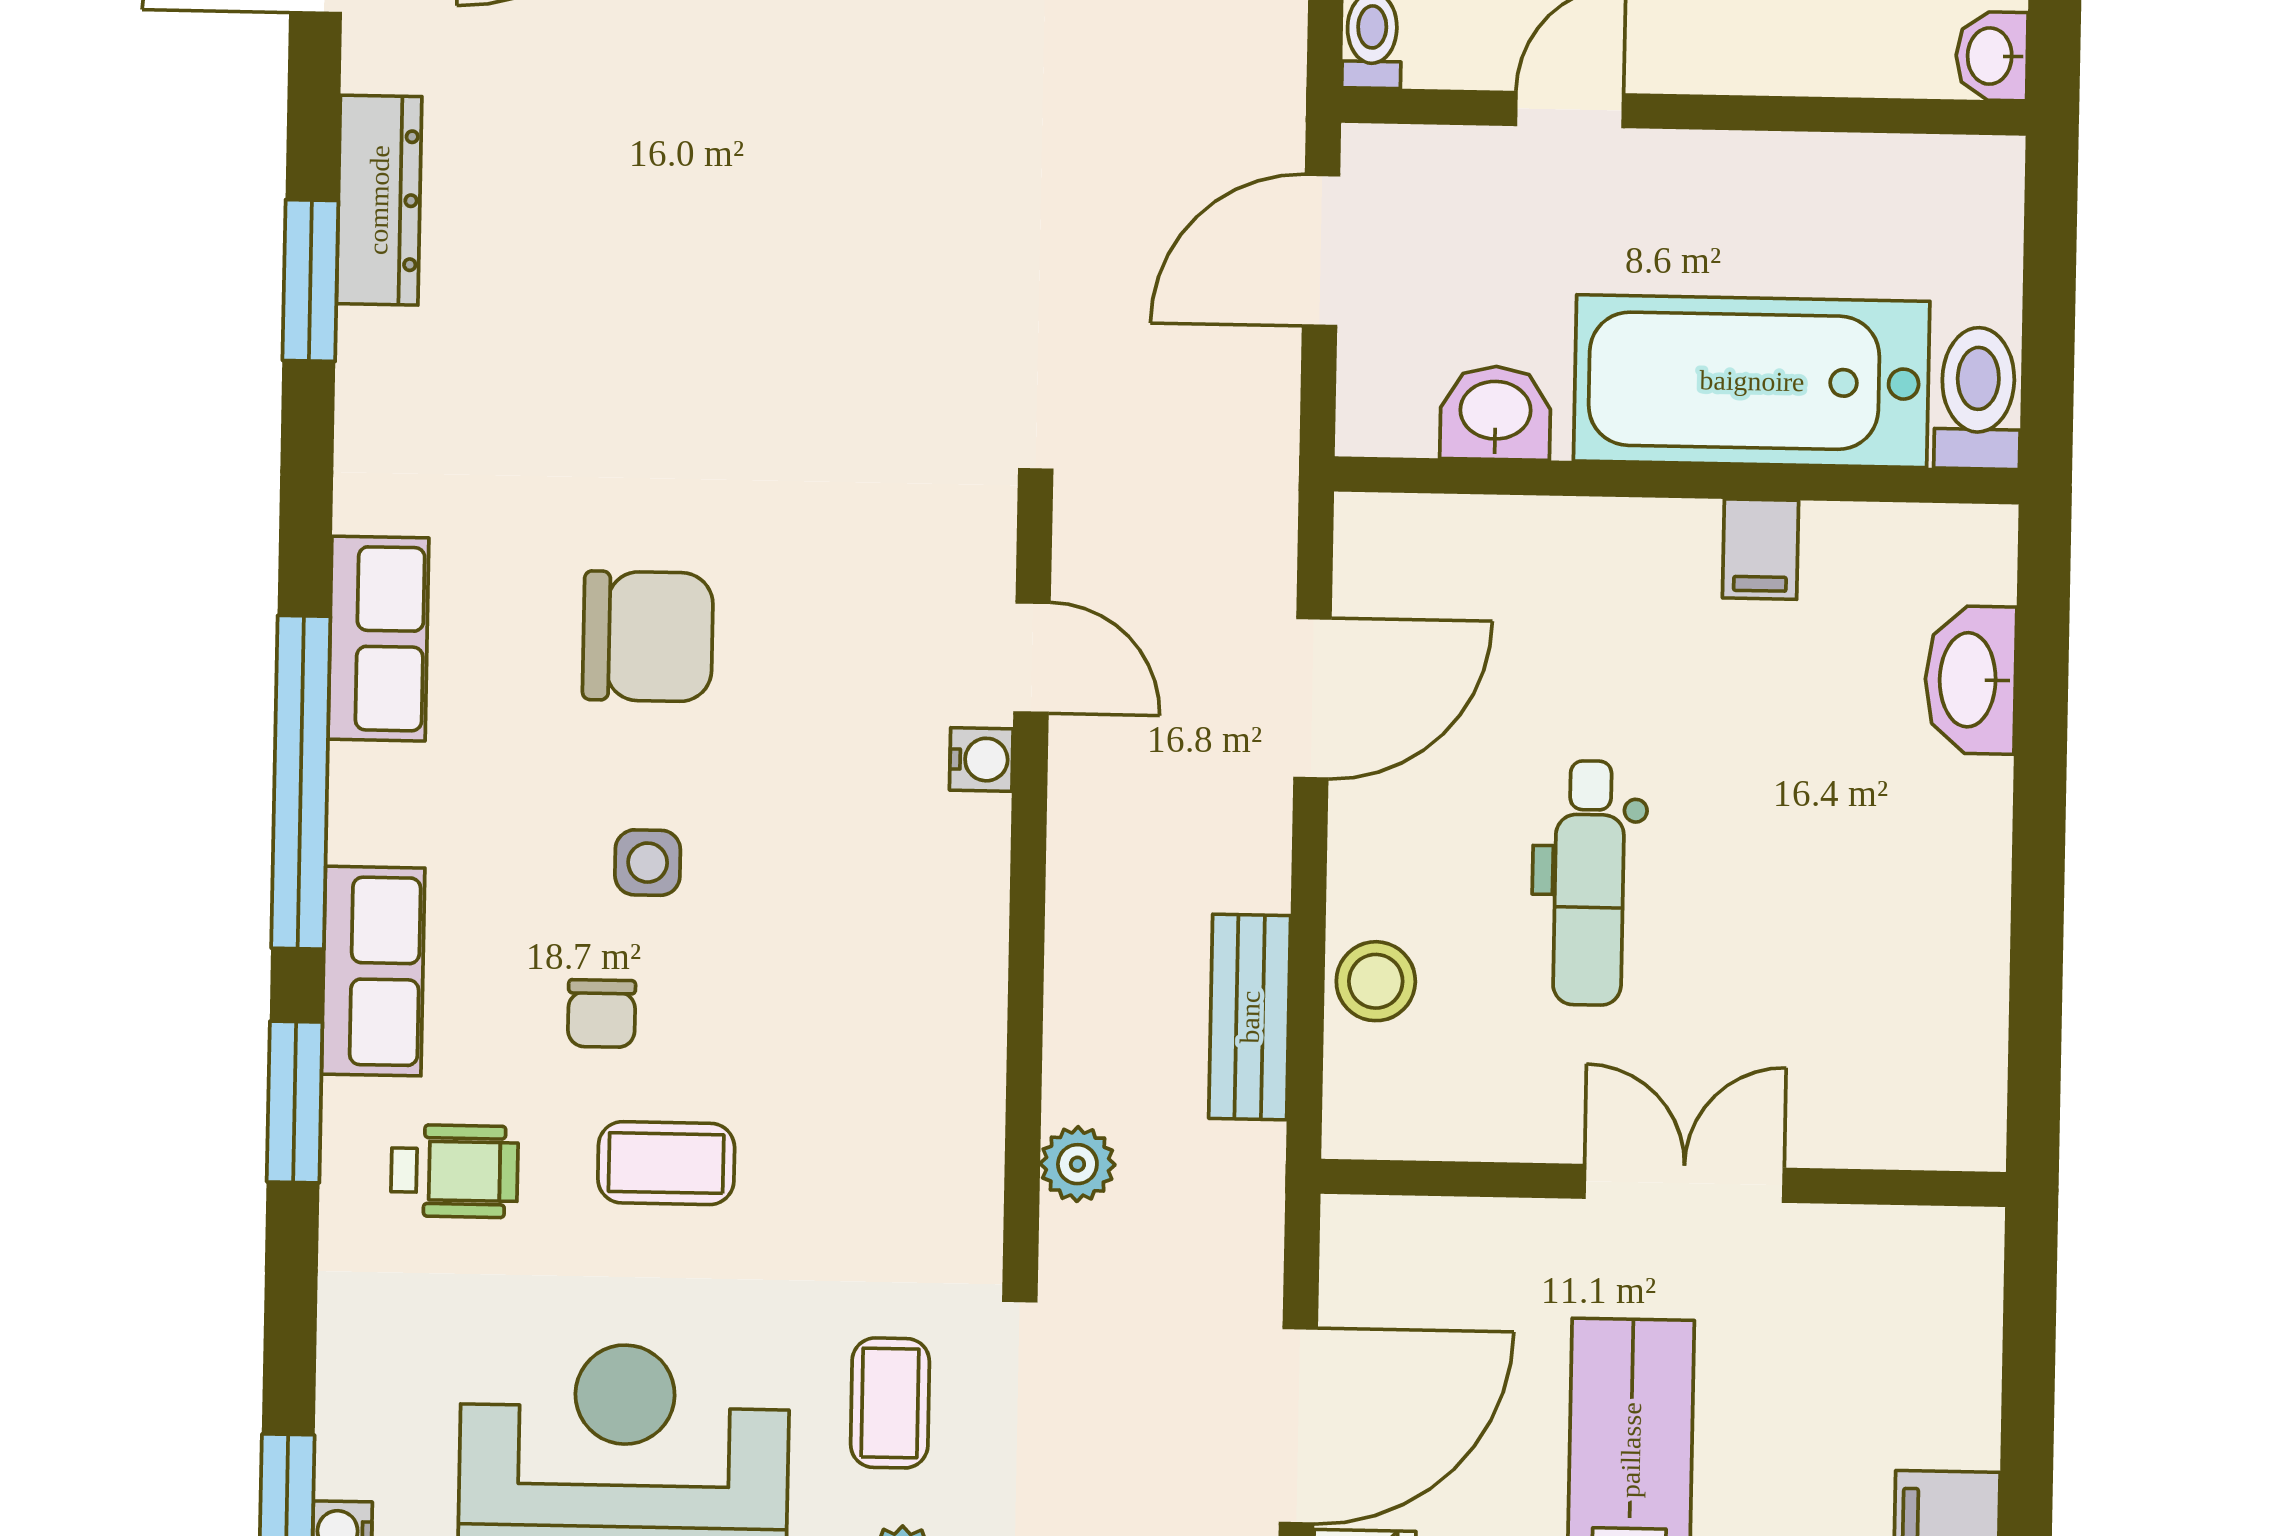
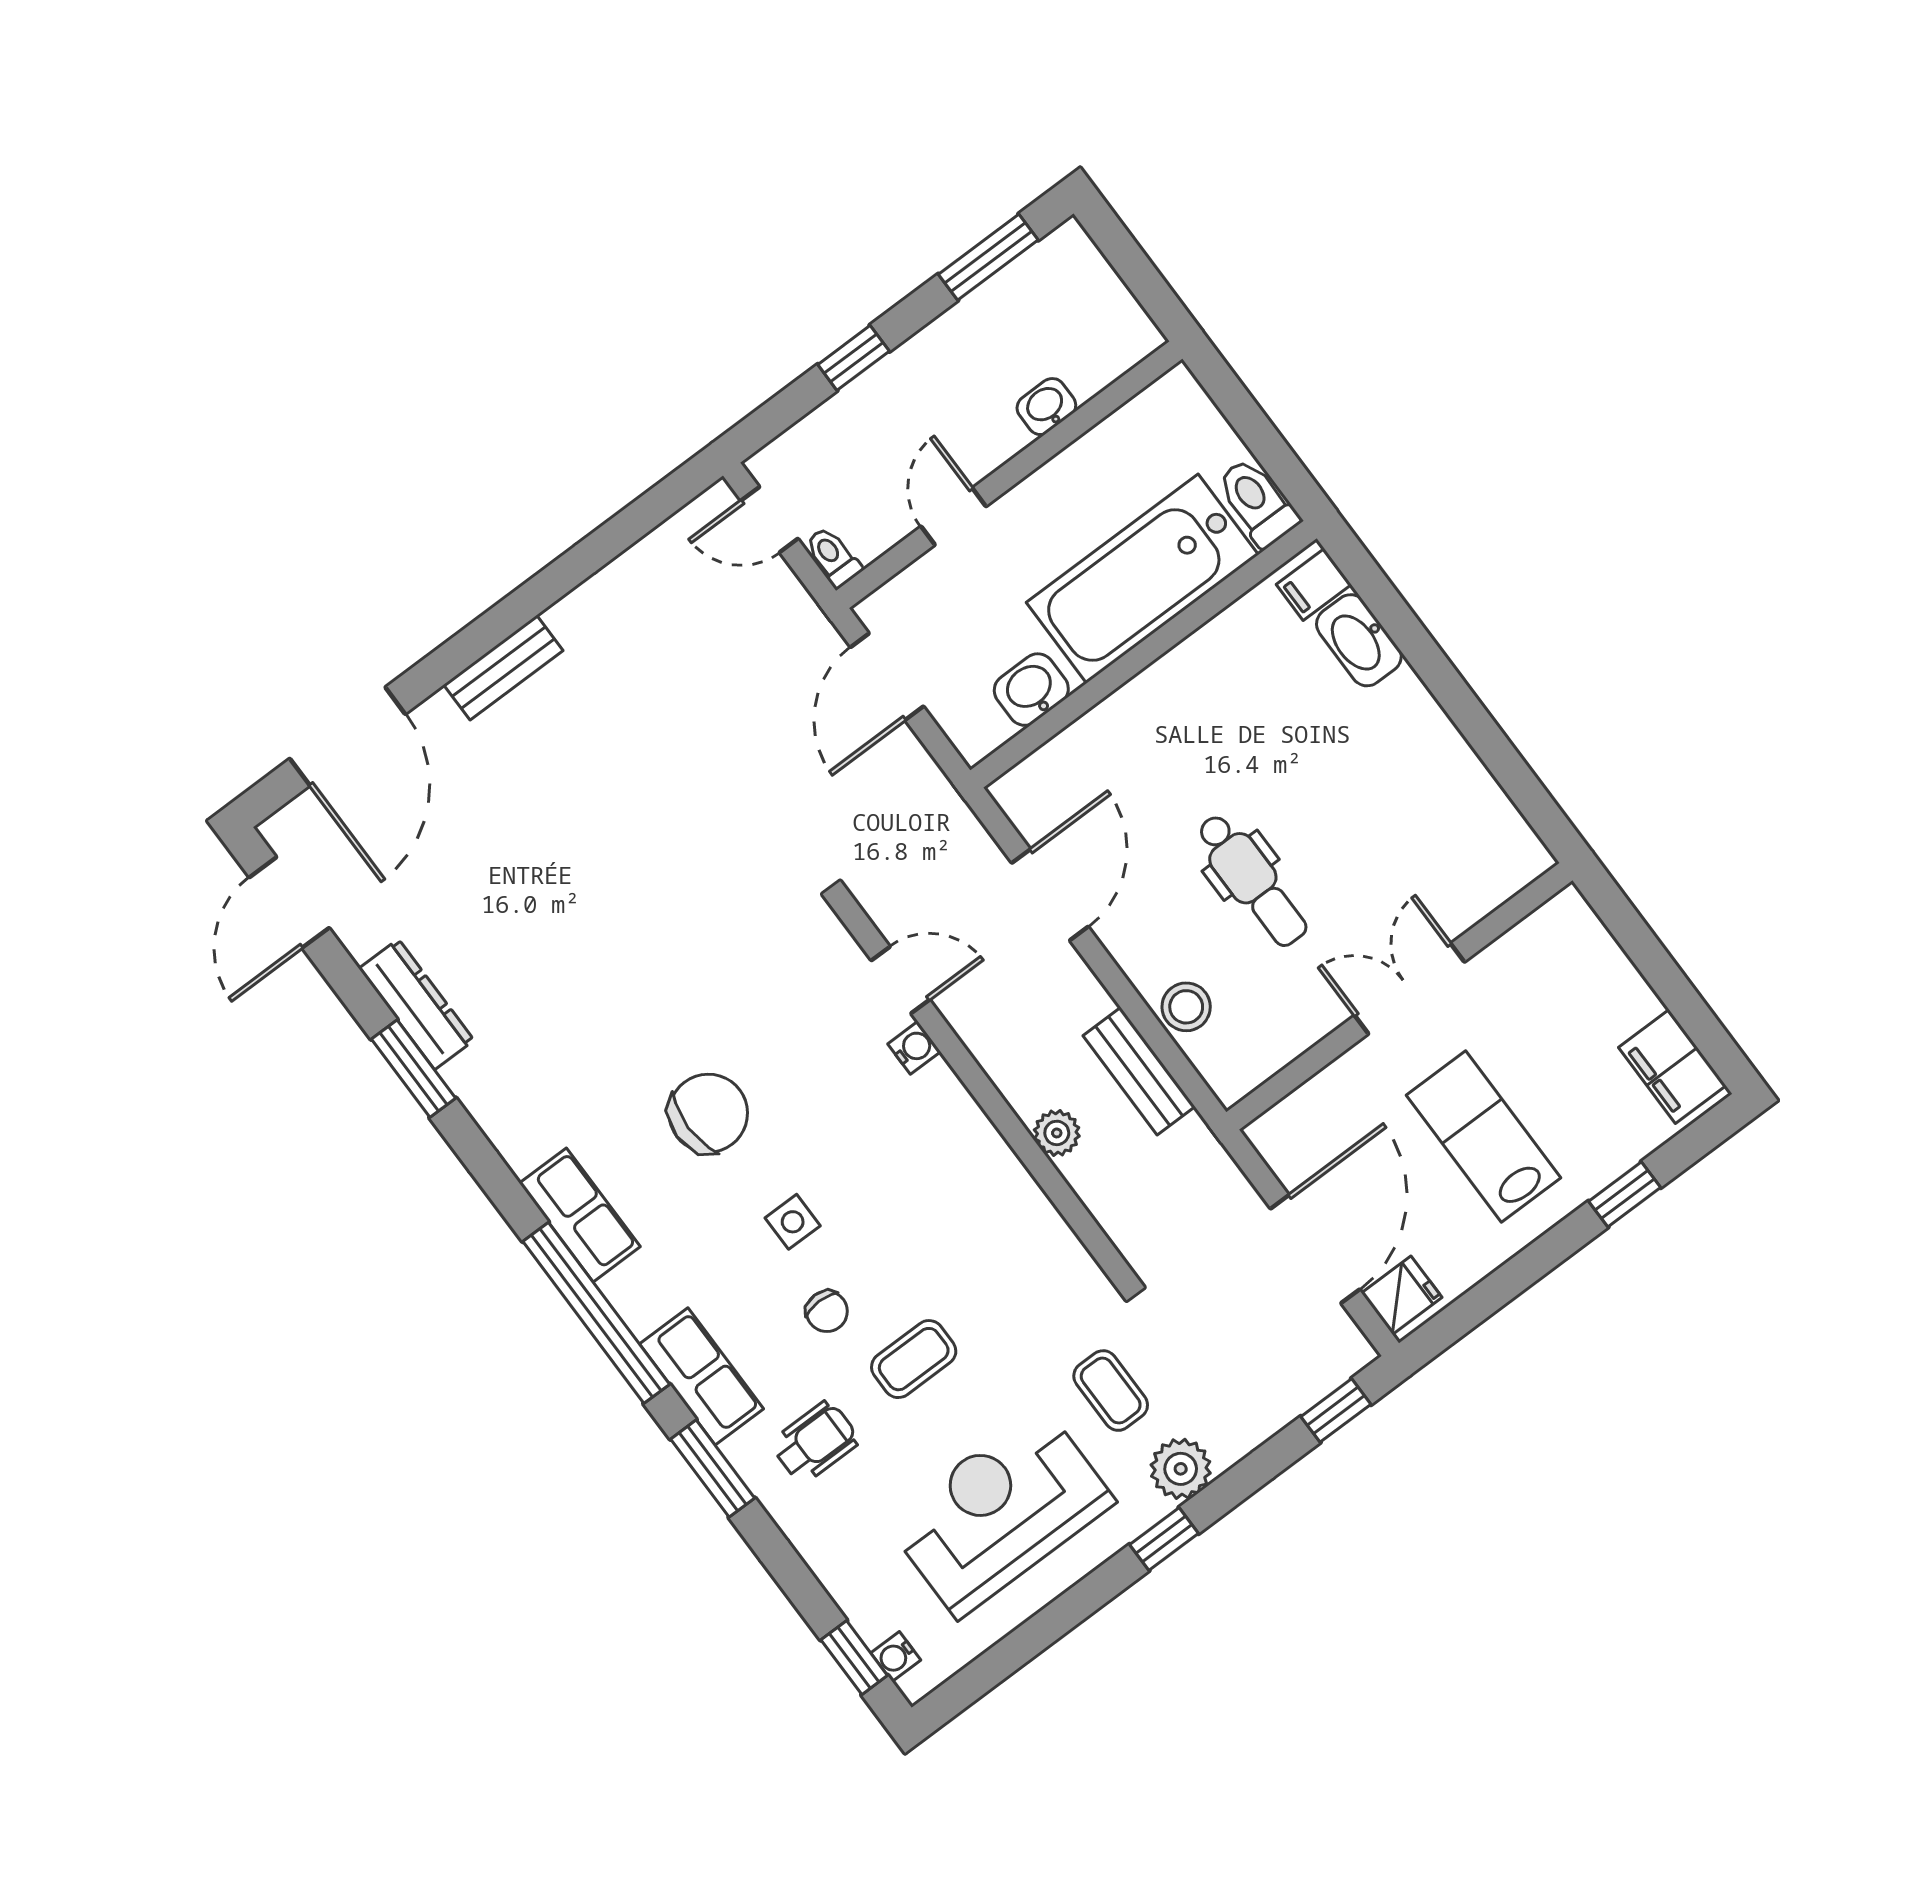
washbasin: (1992, 56) -> (1046, 407), moved, turned 90
filing cabinet: (1761, 549) -> (1314, 585), moved, turned 90
plant: (1077, 1164) -> (1057, 1133), moved

